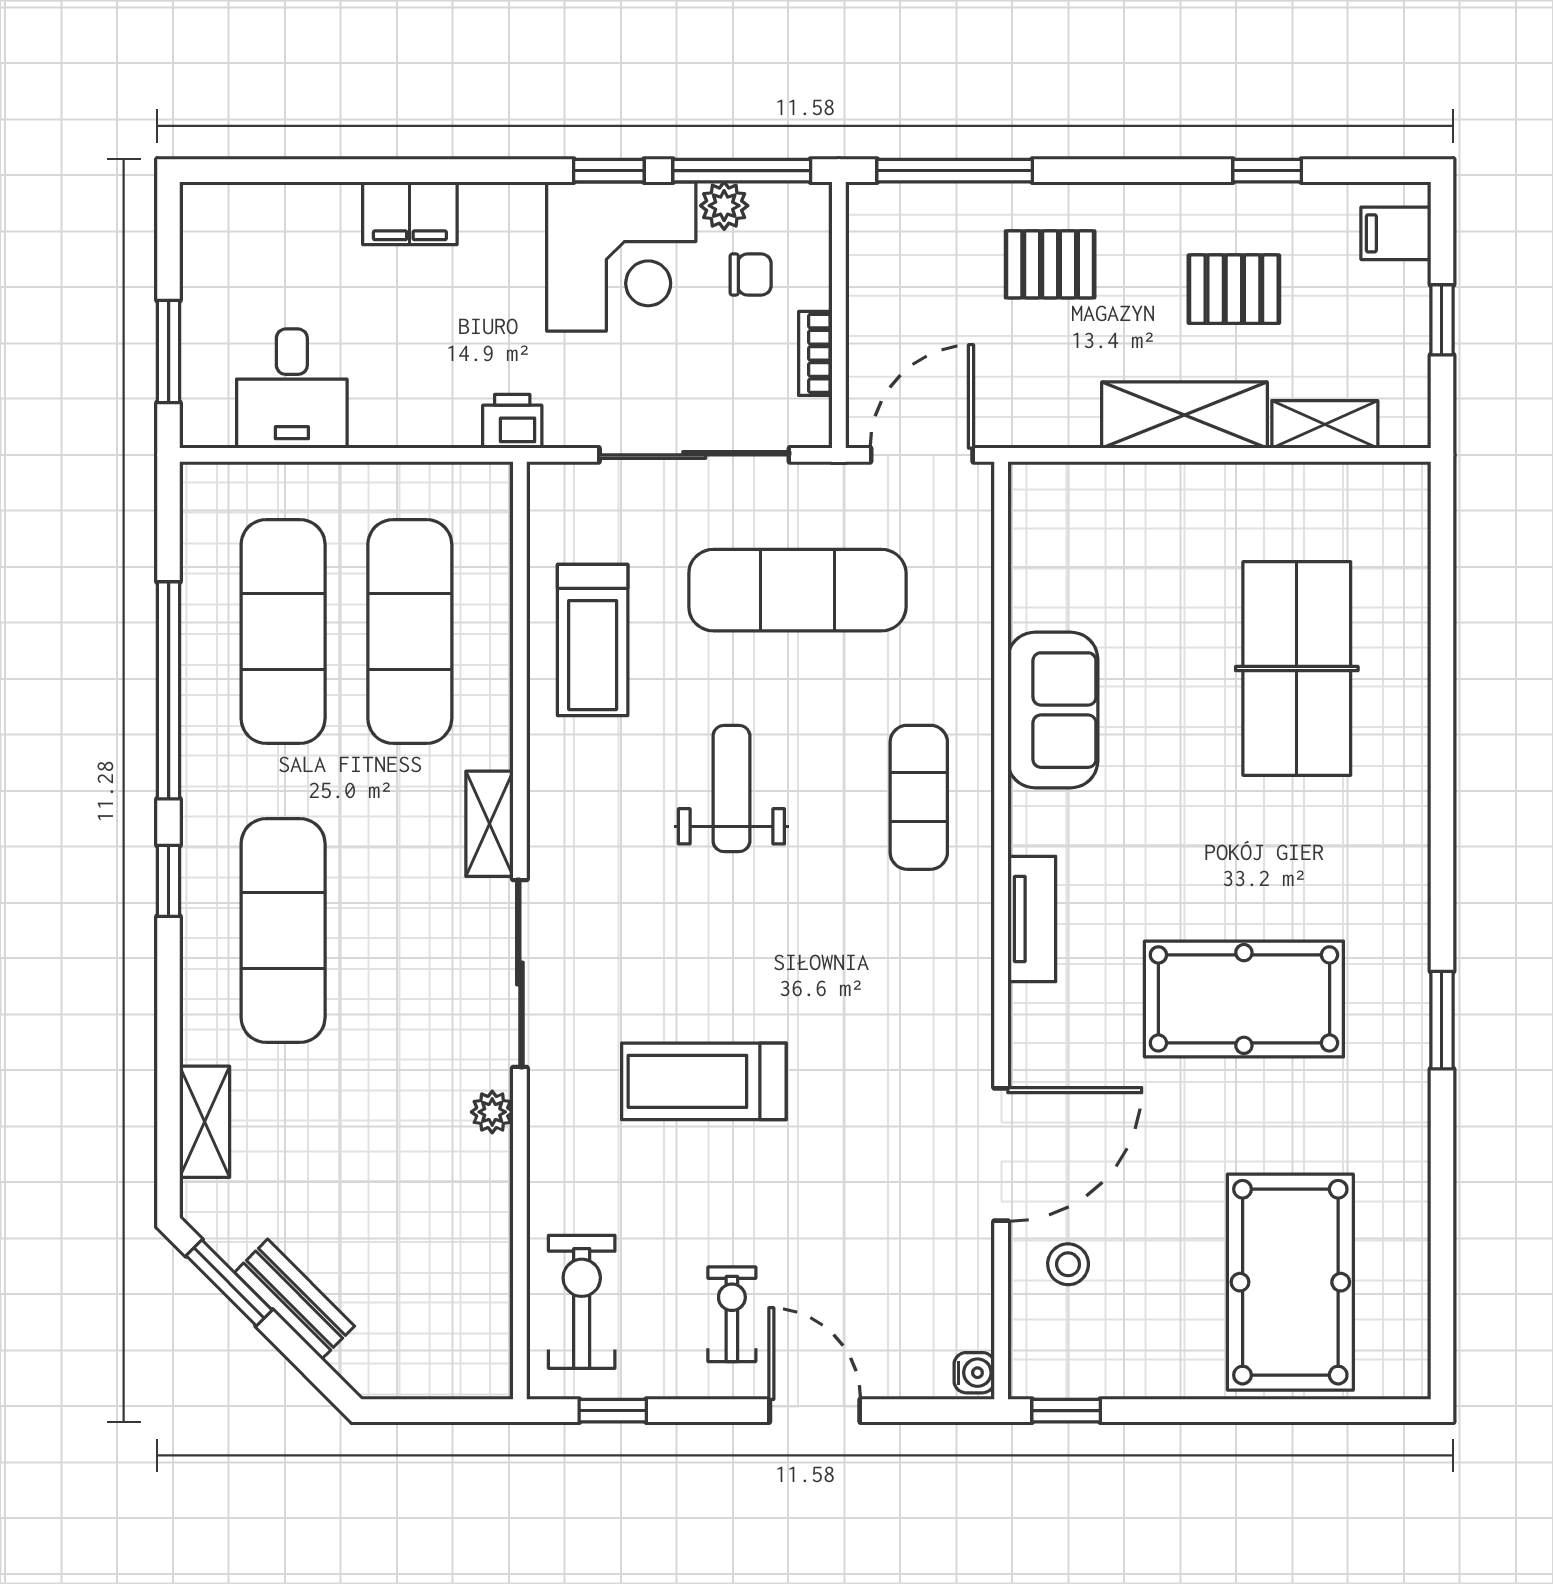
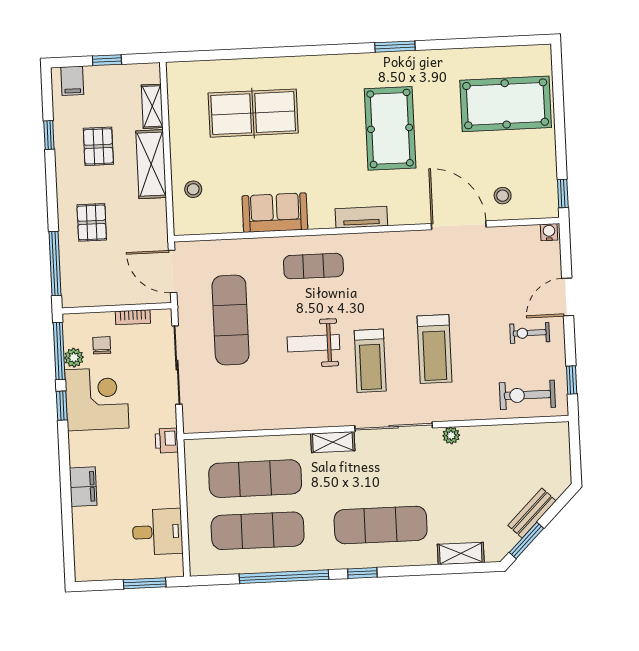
stool: (1119, 514) -> (193, 189), added
treadmill: (593, 640) -> (370, 361), moved, turned 90

